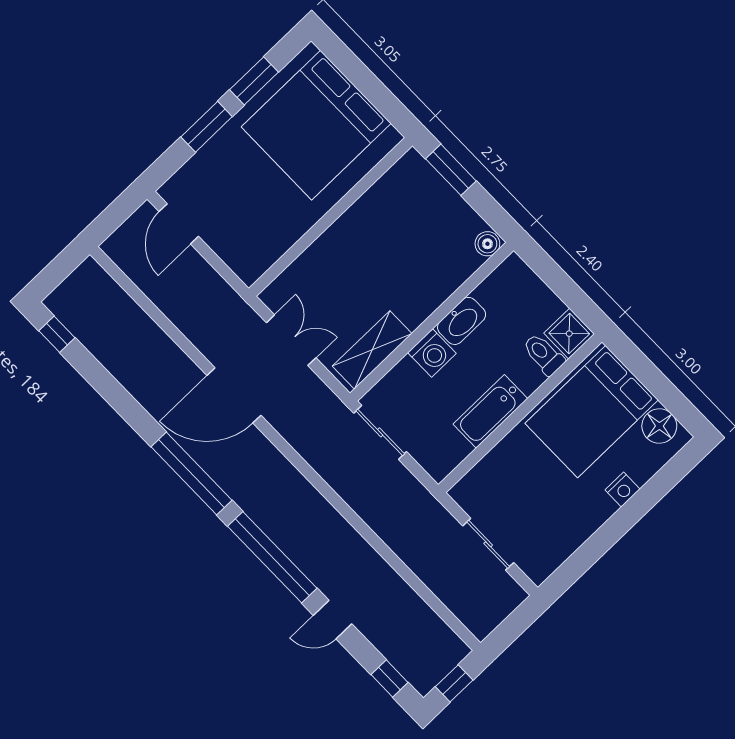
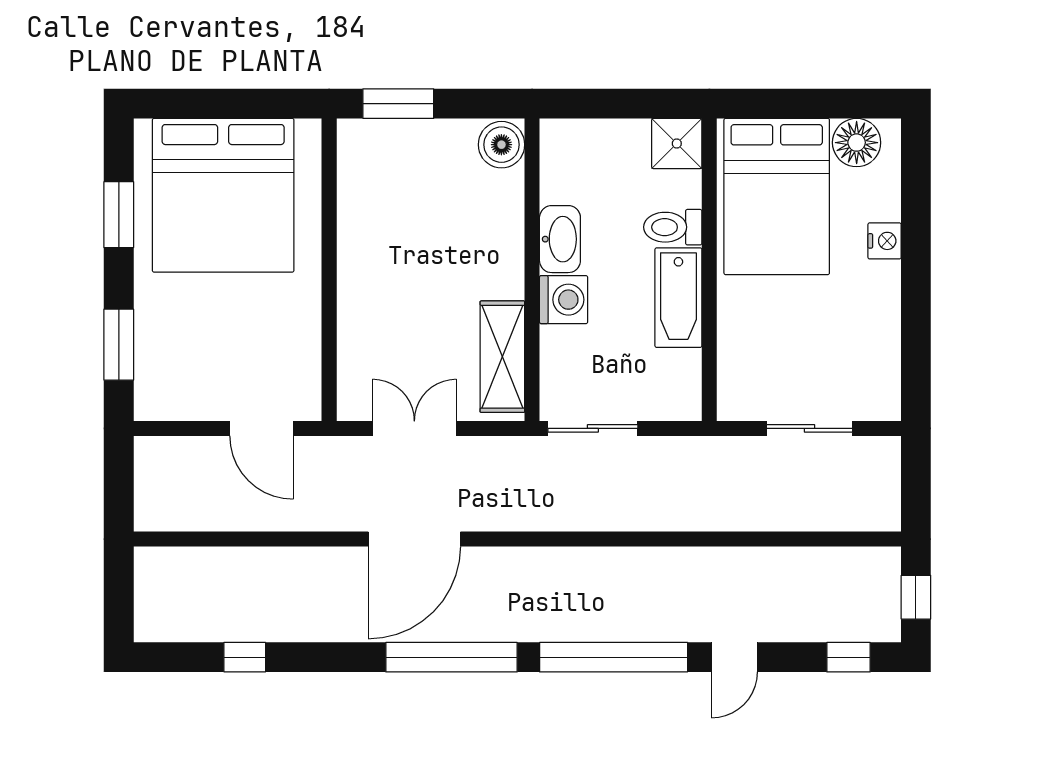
window: (207, 127) -> (119, 345), moved
door: (179, 224) -> (262, 428), moved
boiler: (487, 244) -> (501, 145), width x1.36, depth x1.36
window: (57, 334) -> (245, 657), moved
toilet: (544, 354) -> (673, 227), moved

